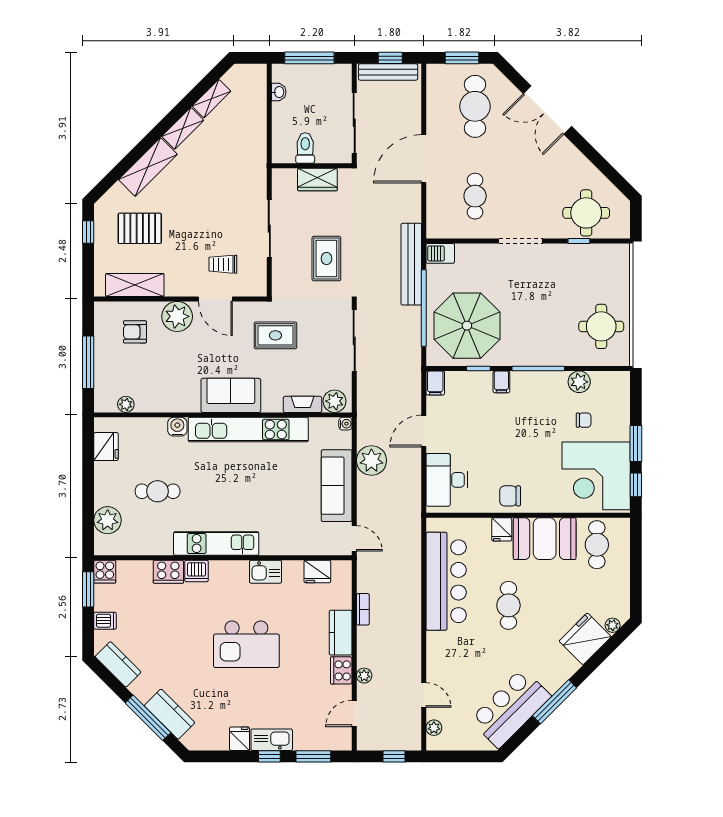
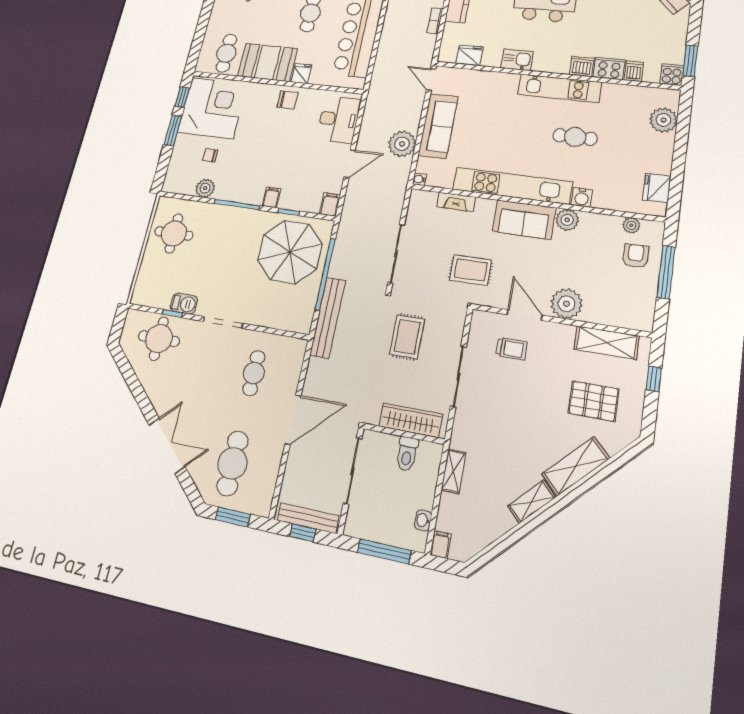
filing cabinet: (259, 75) -> (441, 545), added
shelving: (211, 99) -> (454, 471), moved, turned -45
wardrobe: (317, 179) -> (411, 420), width x1.50
window: (88, 232) -> (654, 379), moved
barbecue: (440, 253) -> (184, 304), moved
armchair: (135, 332) -> (636, 256), moved, turned -90
plant: (334, 401) -> (567, 220), moved
cafe table: (158, 491) -> (575, 137), moved
dishwasher: (105, 621) -> (634, 71), moved, turned 90

